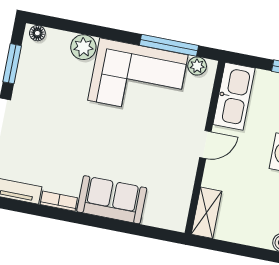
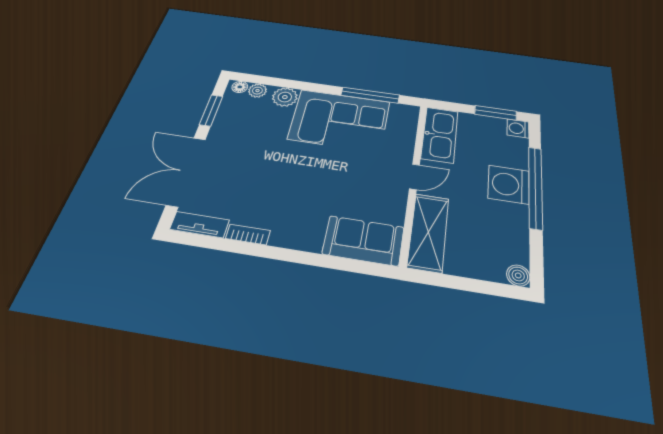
plant: (197, 66) -> (257, 91), moved
sofa: (112, 200) -> (363, 241), moved
shelving: (207, 213) -> (428, 232), width x1.50, depth x1.33

